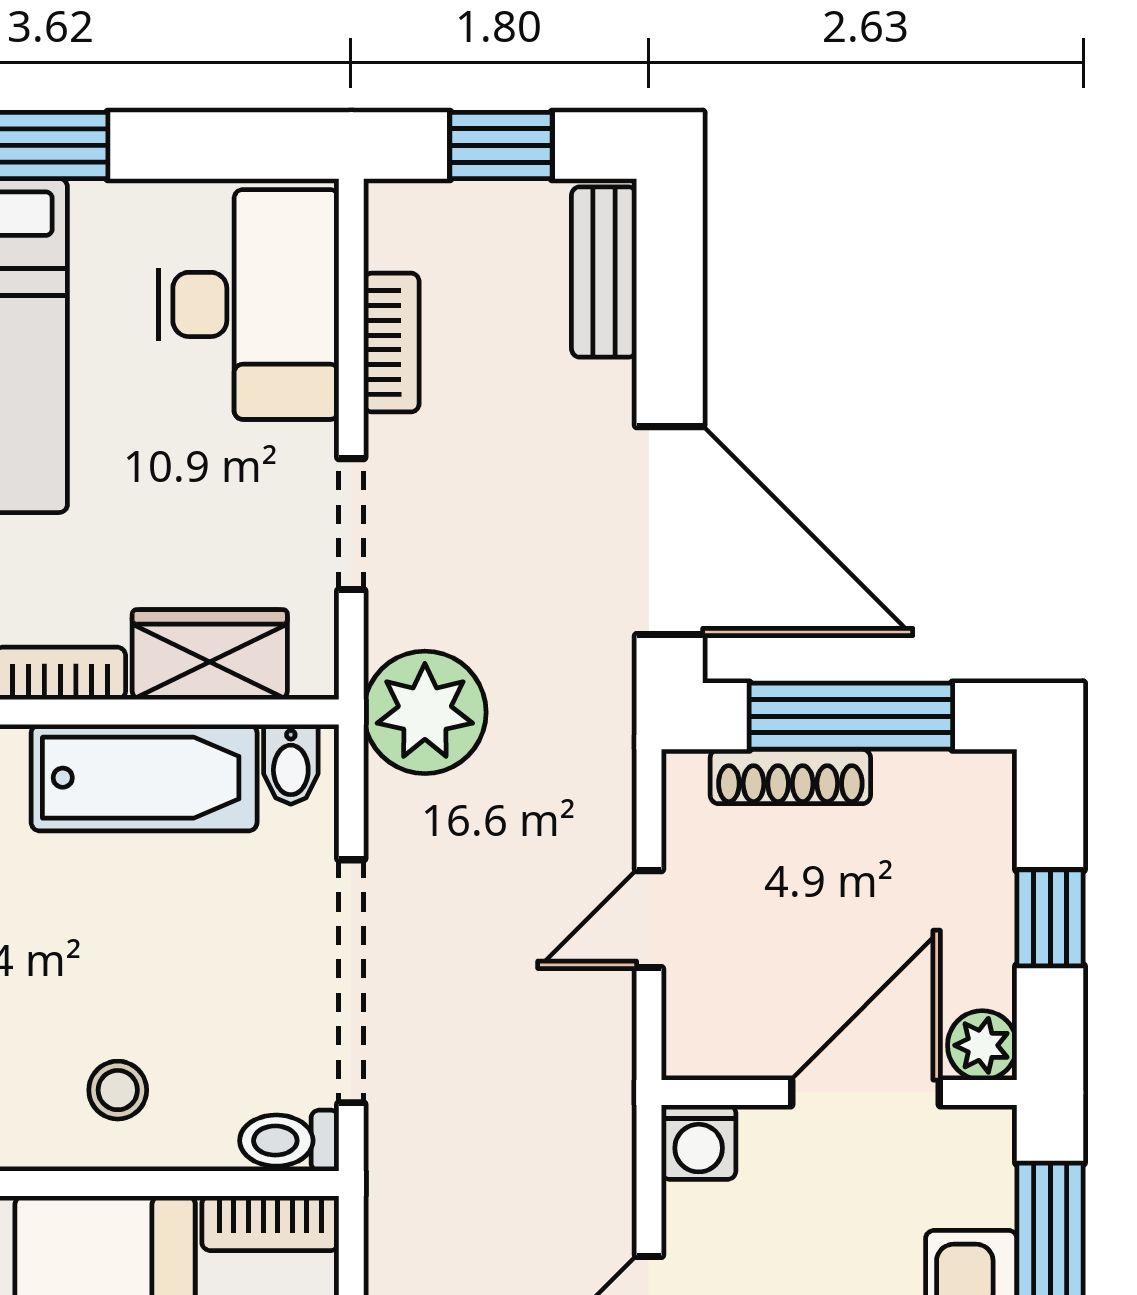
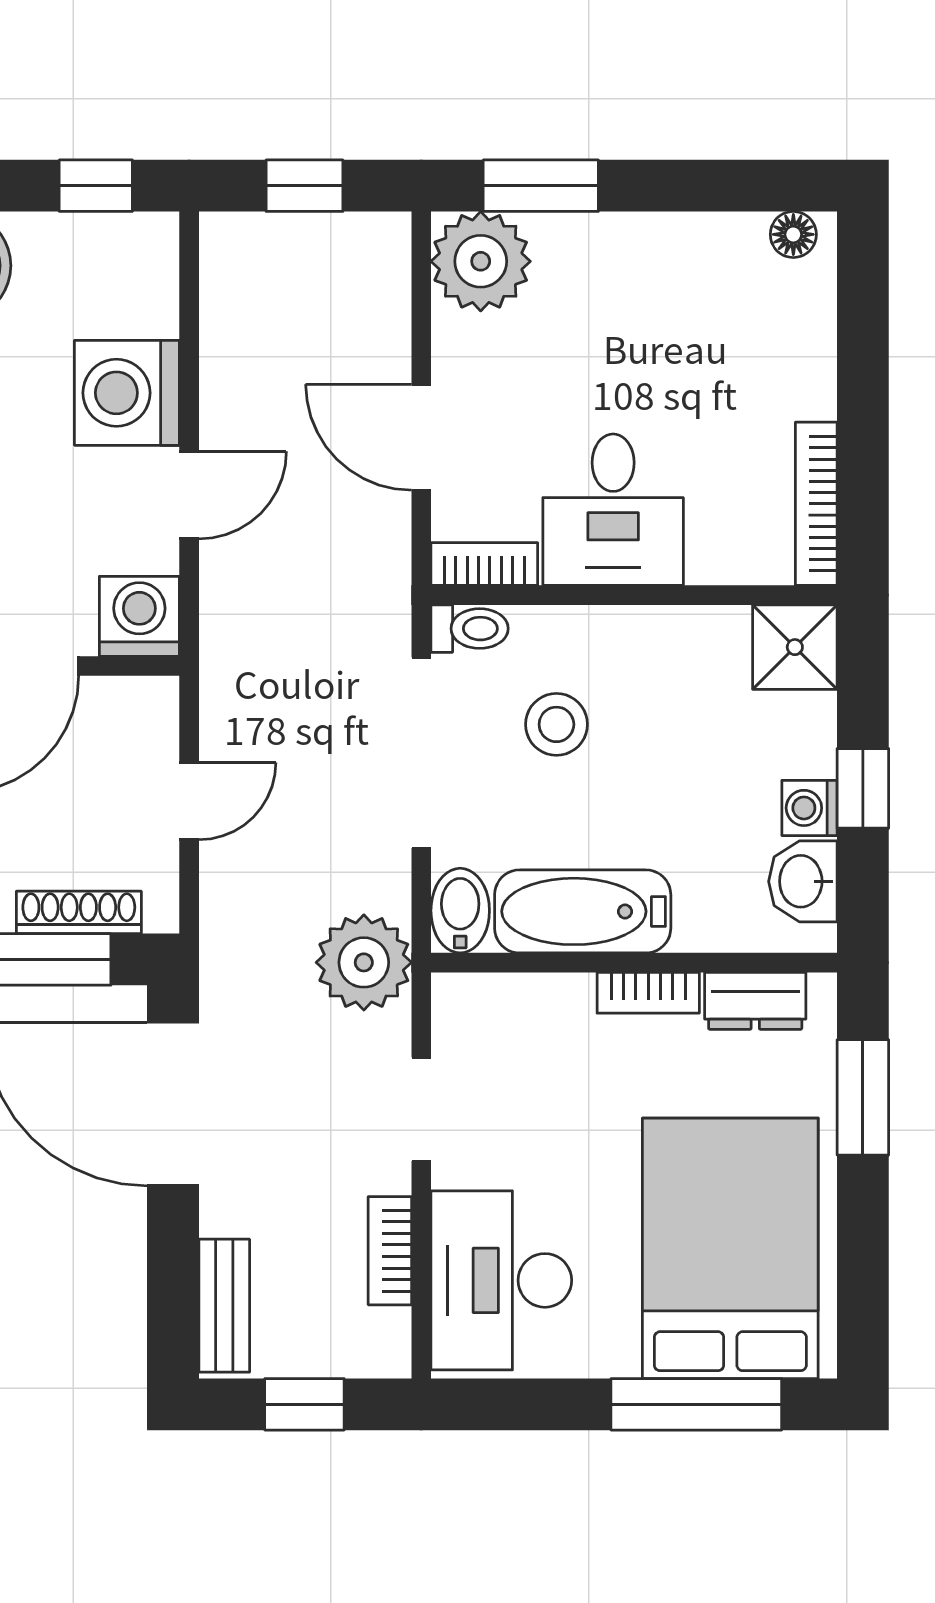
wardrobe: (210, 655) -> (531, 1007), removed
bidet: (291, 764) -> (460, 911), width x1.38, depth x1.36
stool: (118, 1090) -> (556, 724), moved, width x1.37, depth x1.37
washing machine: (699, 1142) -> (139, 616), width x1.38, depth x1.38

